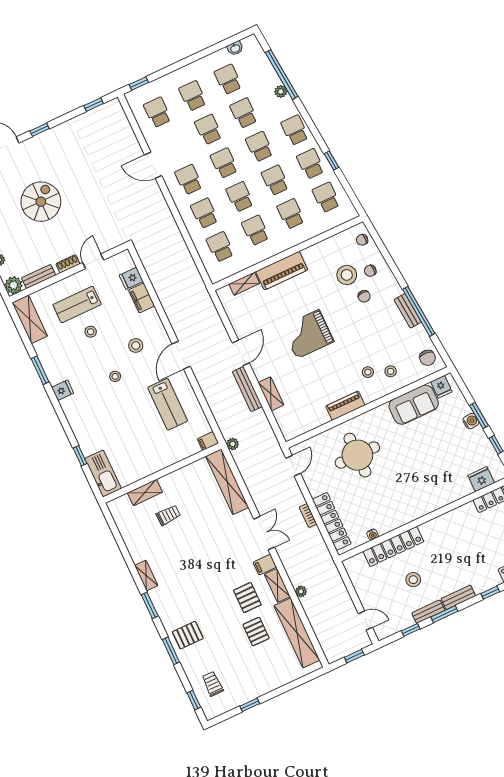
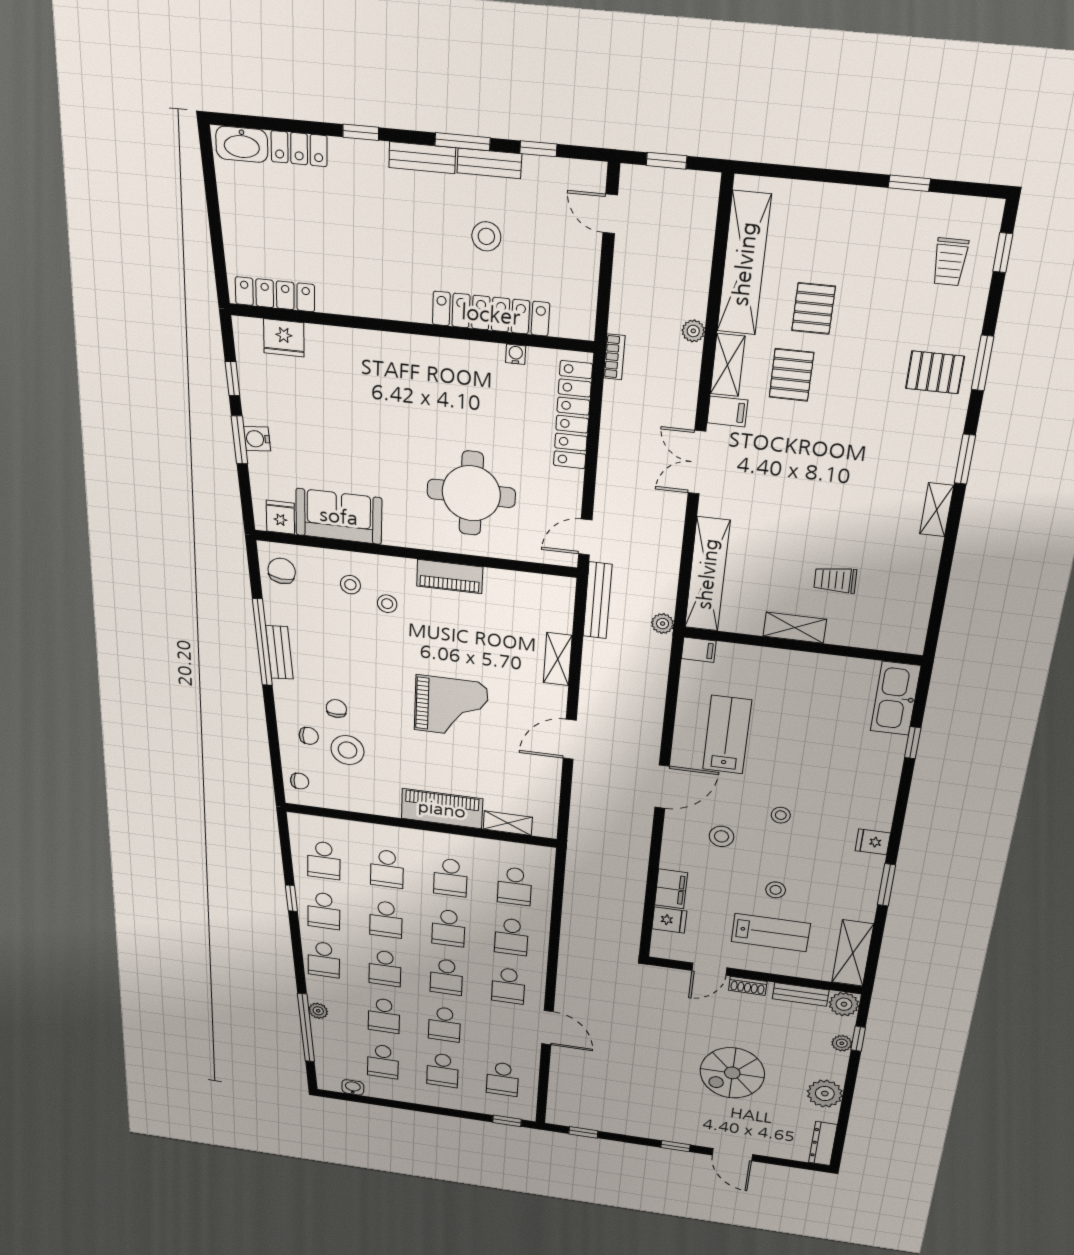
bench: (247, 389) -> (598, 600), moved
shelving: (145, 493) -> (795, 628), moved
bookcase: (308, 516) -> (614, 357), moved

